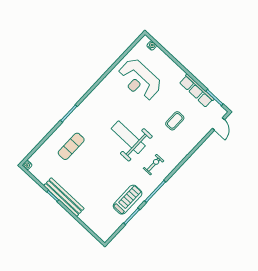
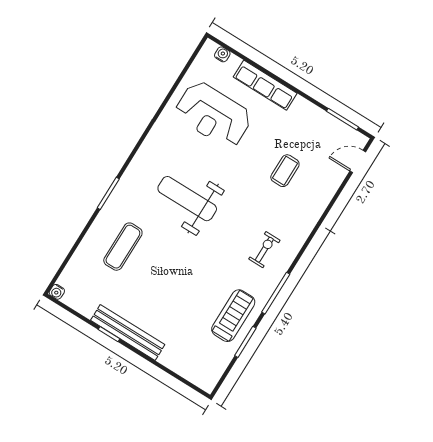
row of seats: (197, 91) -> (265, 85), moved
door: (218, 124) -> (358, 161), swing flipped
weight bench: (128, 137) -> (187, 199), moved

